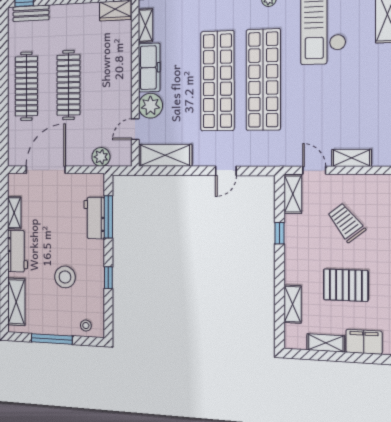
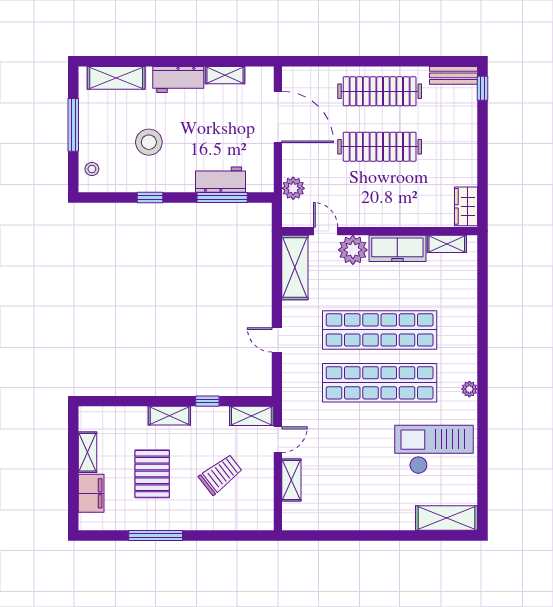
bench: (31, 13) -> (453, 75), moved, turned 90
shelving: (293, 304) -> (169, 416), moved

